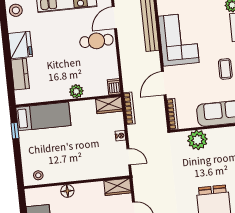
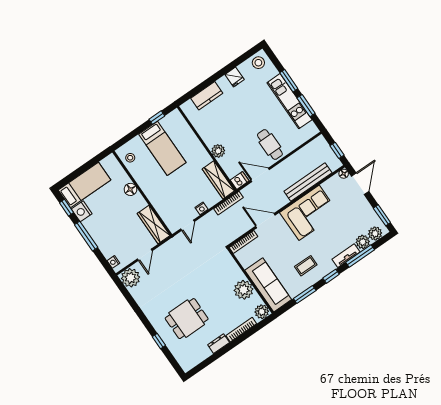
door: (114, 18) -> (260, 175), moved
fridge: (20, 45) -> (235, 77), width x0.53, depth x0.75
wardrobe: (109, 105) -> (218, 180), width x1.50
bed: (43, 116) -> (162, 148), moved
plant: (197, 140) -> (244, 290), moved
wardrobe: (118, 187) -> (154, 225), width x1.50

